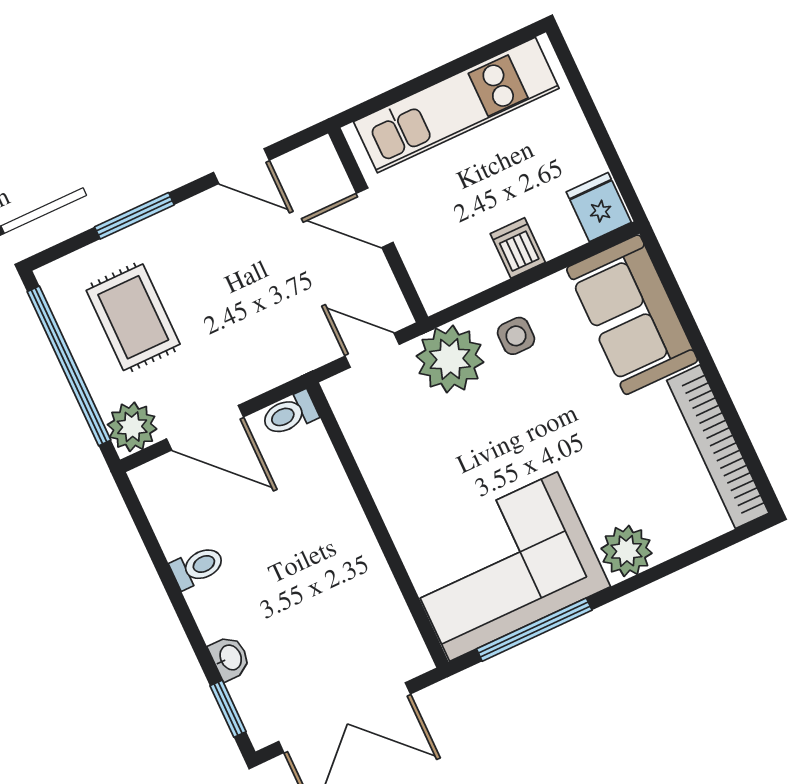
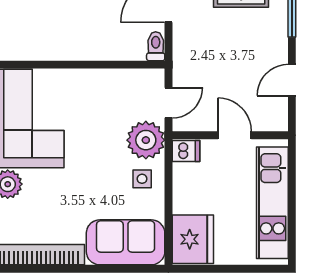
fridge: (599, 207) -> (193, 239), width x1.88, depth x1.34
door: (375, 218) -> (235, 135), hinge flipped
dishwasher: (518, 248) -> (186, 151), moved

